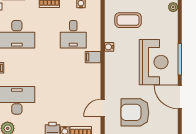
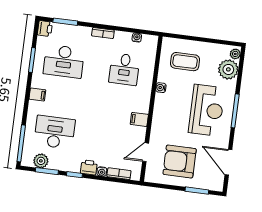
plant: (169, 22) -> (228, 69), added
filing cabinet: (93, 57) -> (139, 119), moved
door: (180, 97) -> (228, 162), moved

